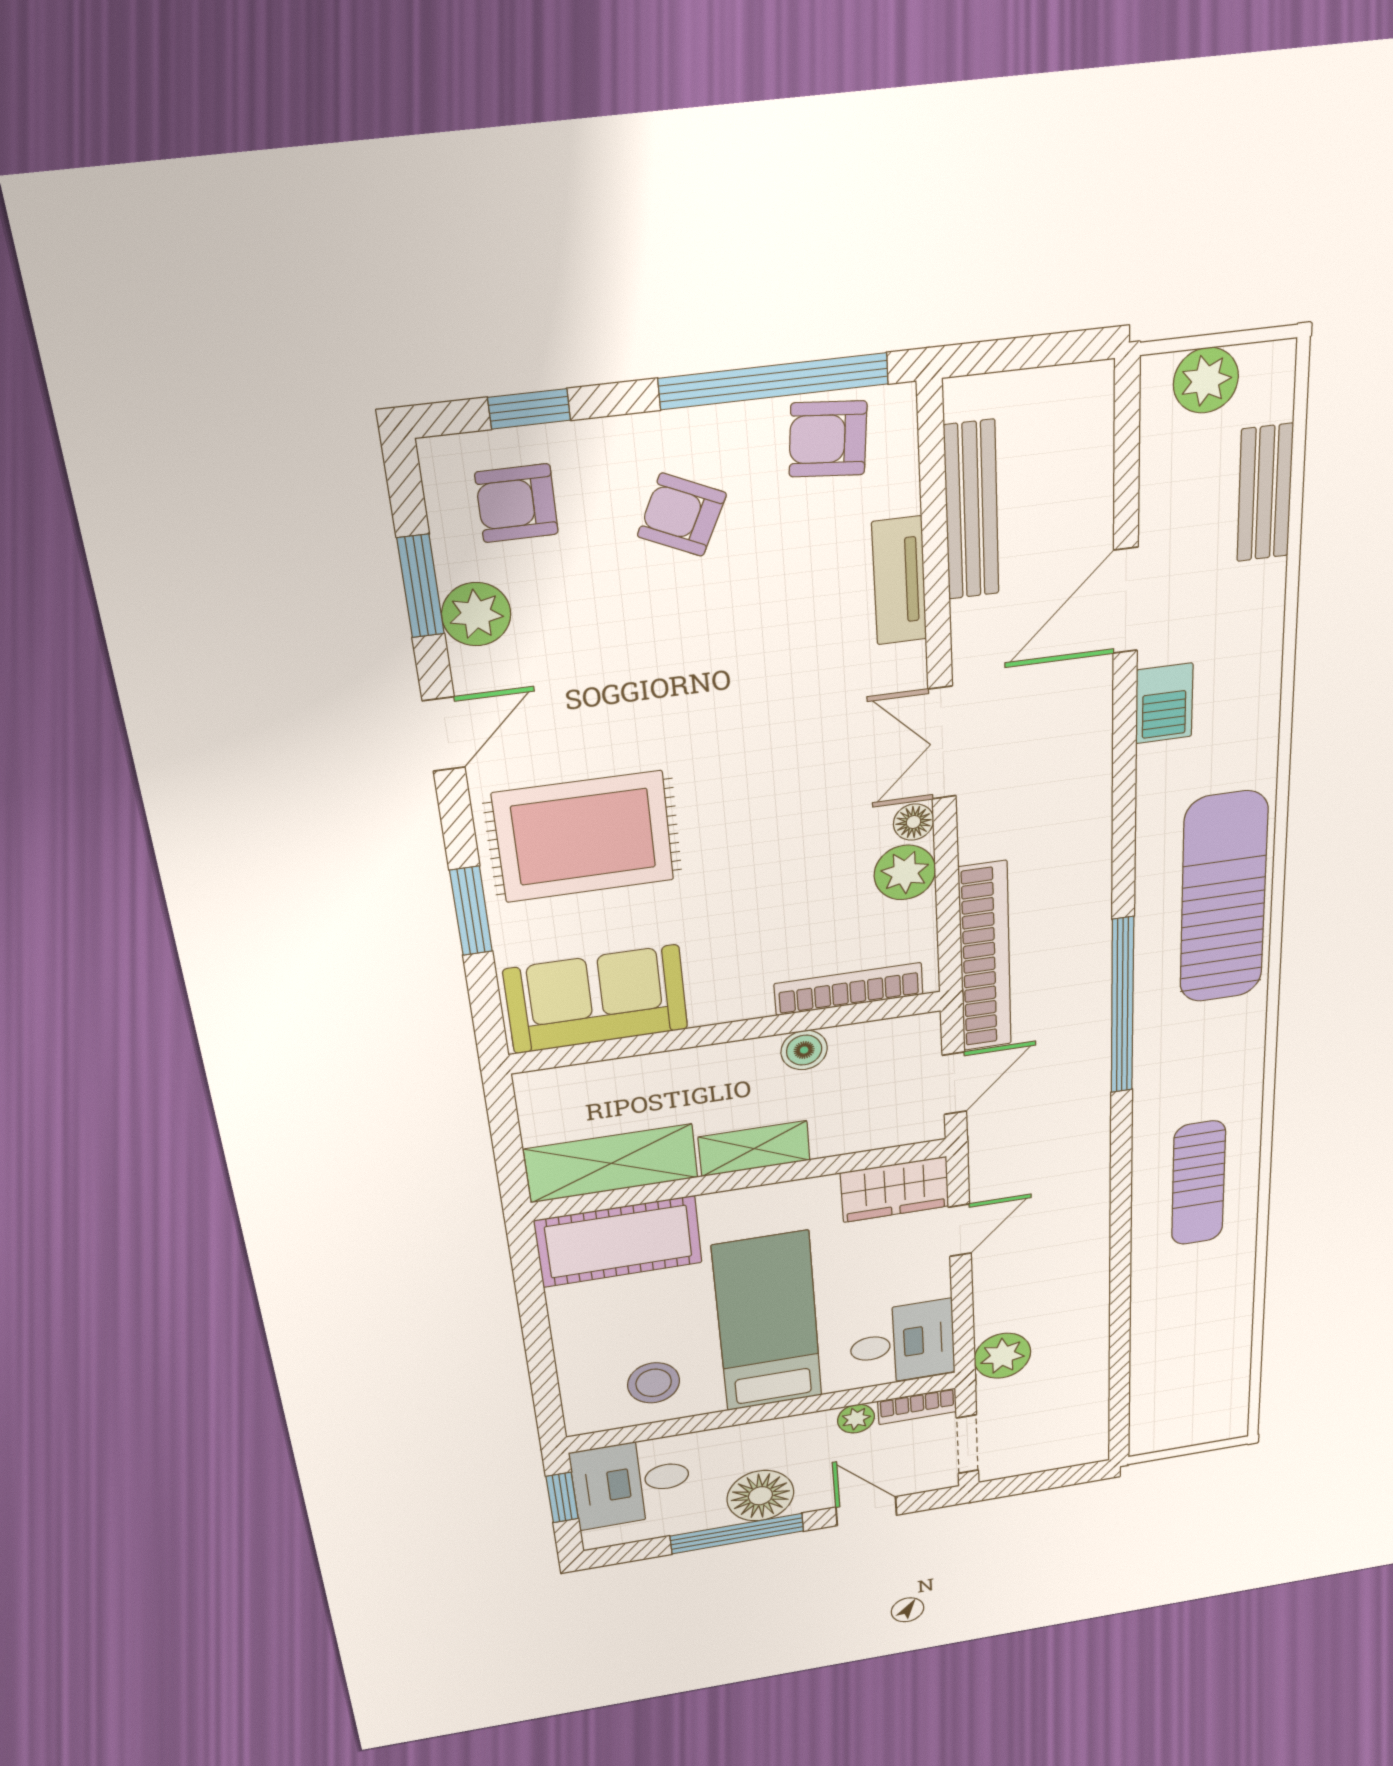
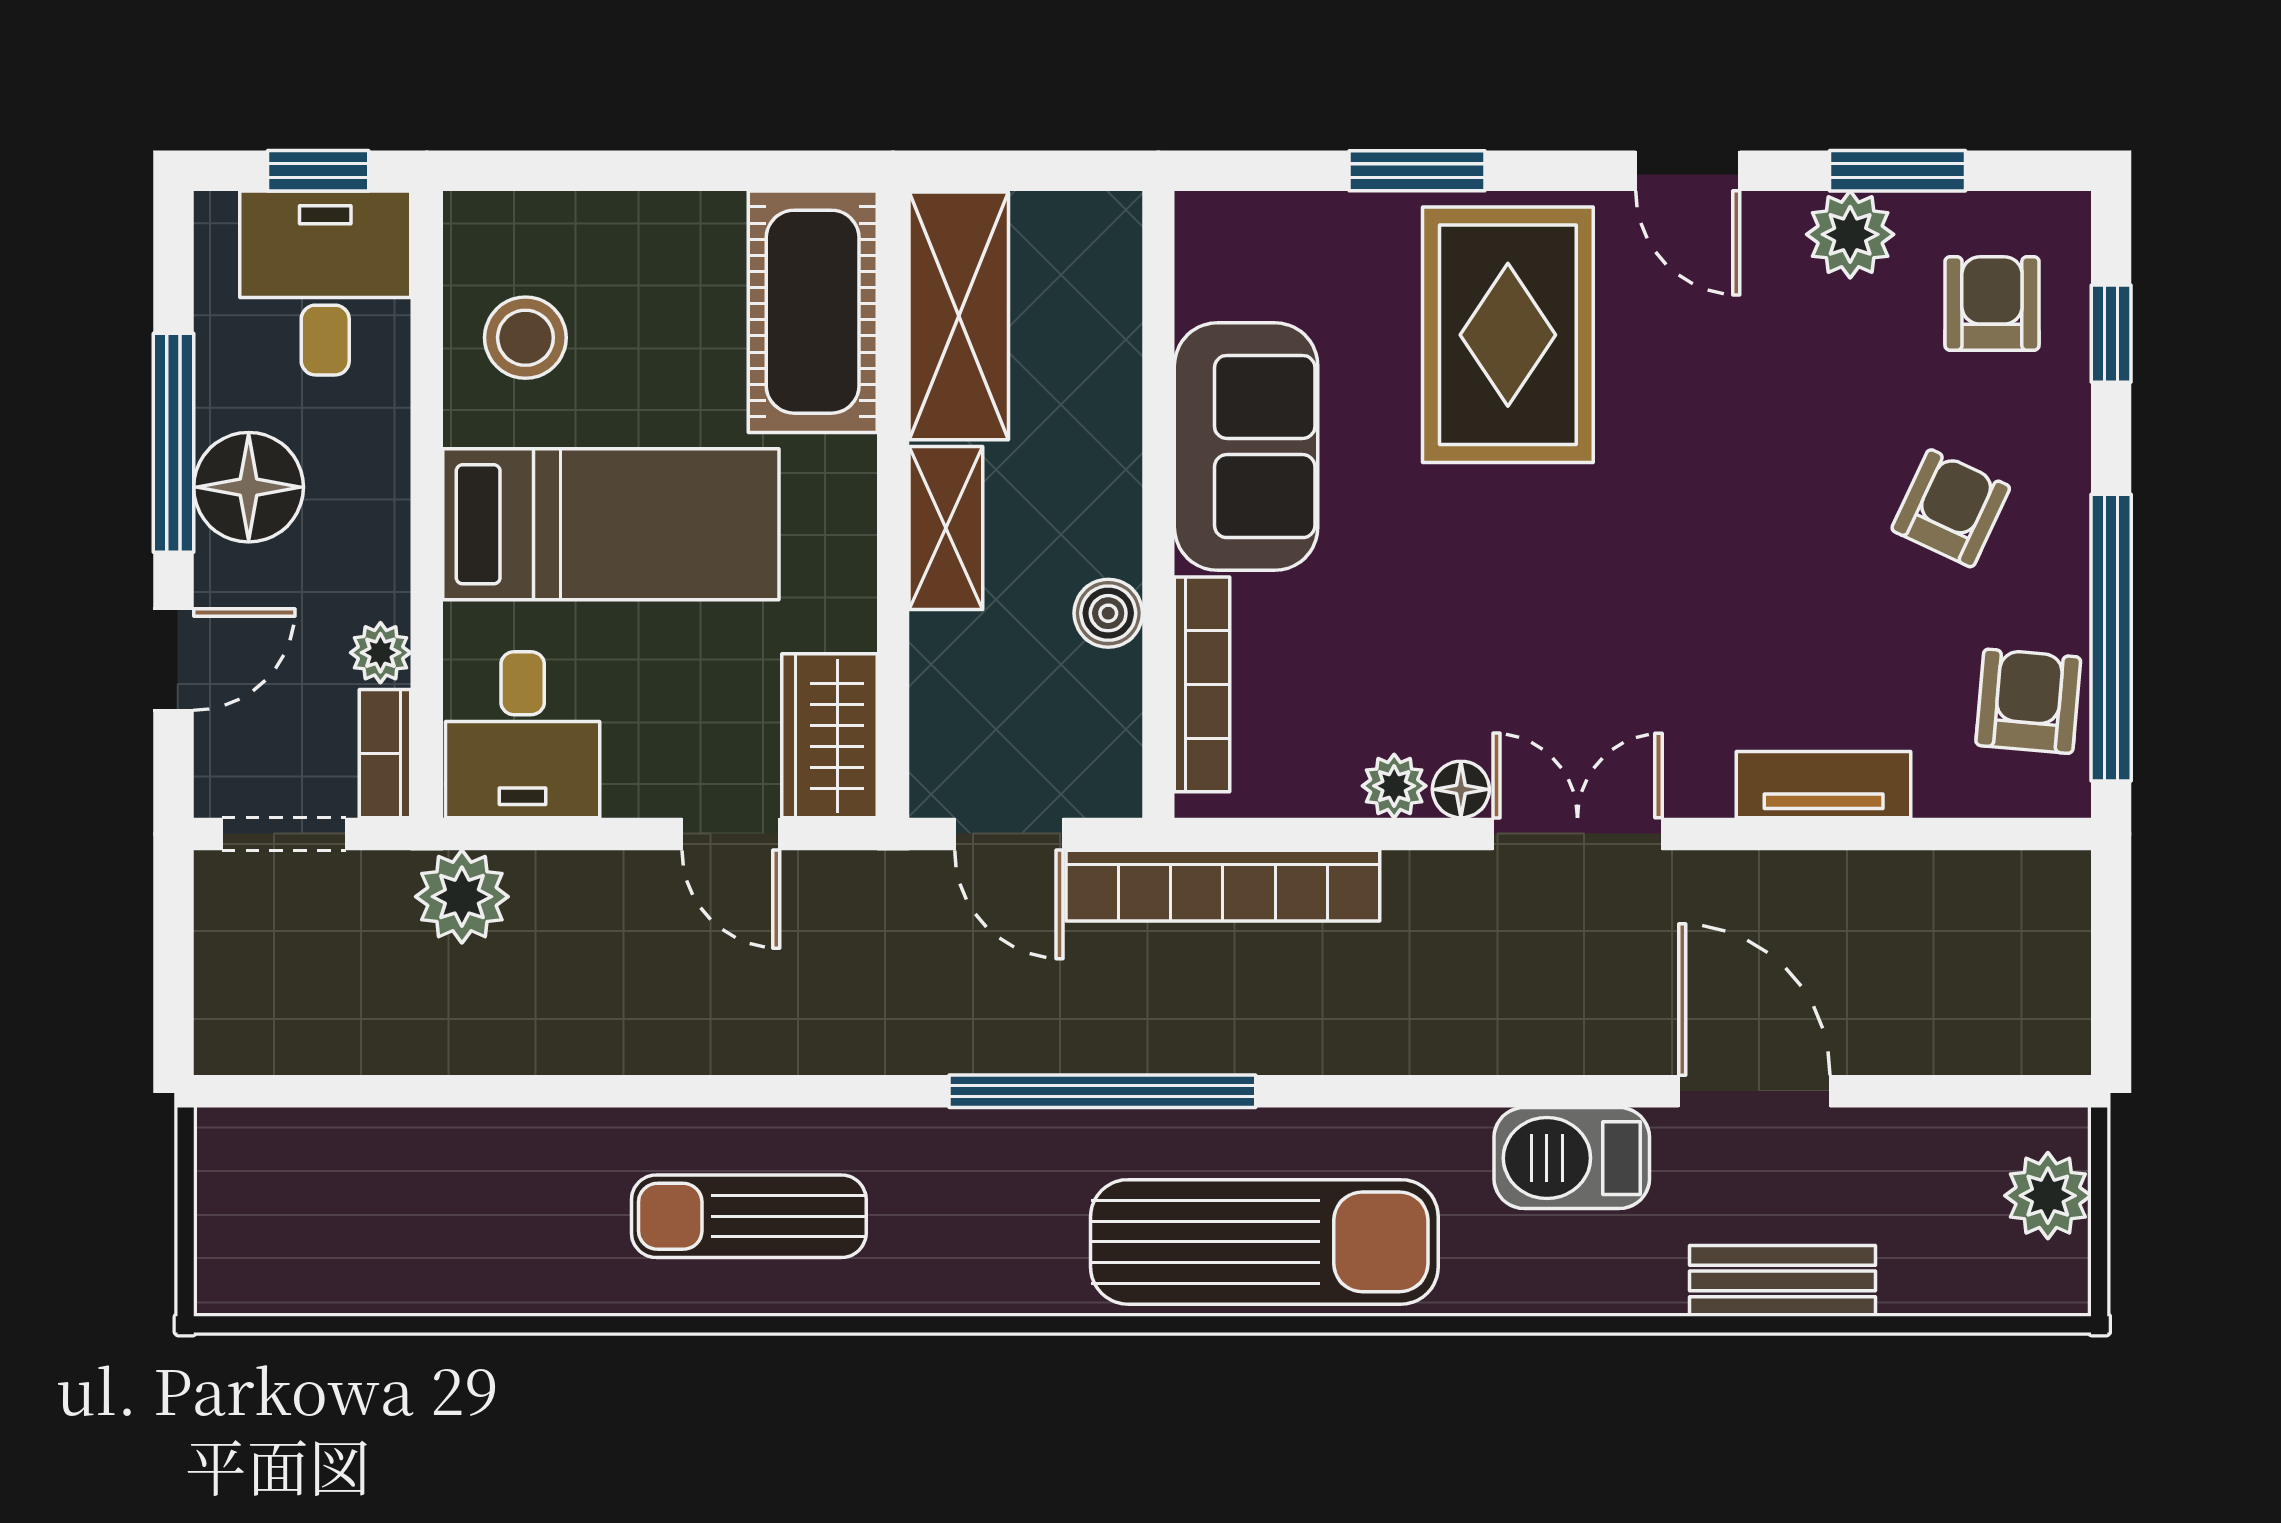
bench: (1265, 493) -> (1783, 1281), moved
bench: (971, 510) -> (1909, 884), removed
barbecue: (1164, 703) -> (1572, 1158), width x1.38, depth x1.27
plant: (905, 872) -> (1394, 786), width x0.73, depth x0.73
sofa: (596, 999) -> (1246, 447), moved

